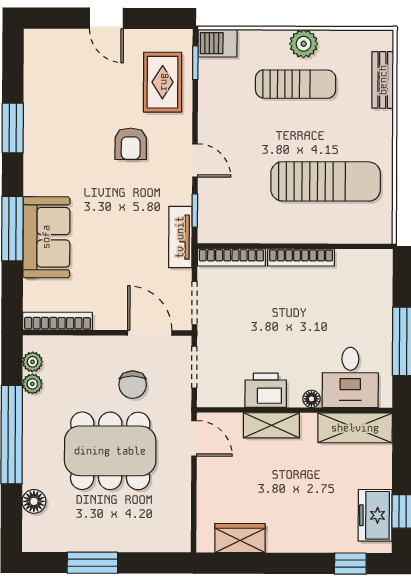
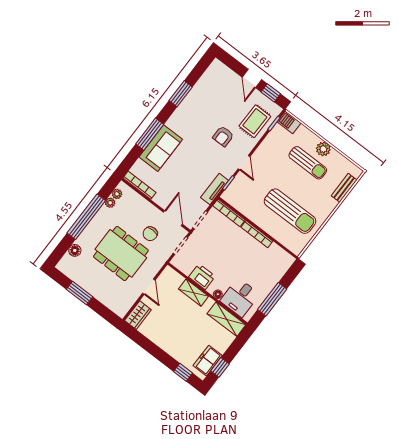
window: (154, 18) -> (271, 93), added
door: (194, 438) -> (149, 287), moved
wardrobe: (240, 538) -> (138, 315), moved, turned 90

